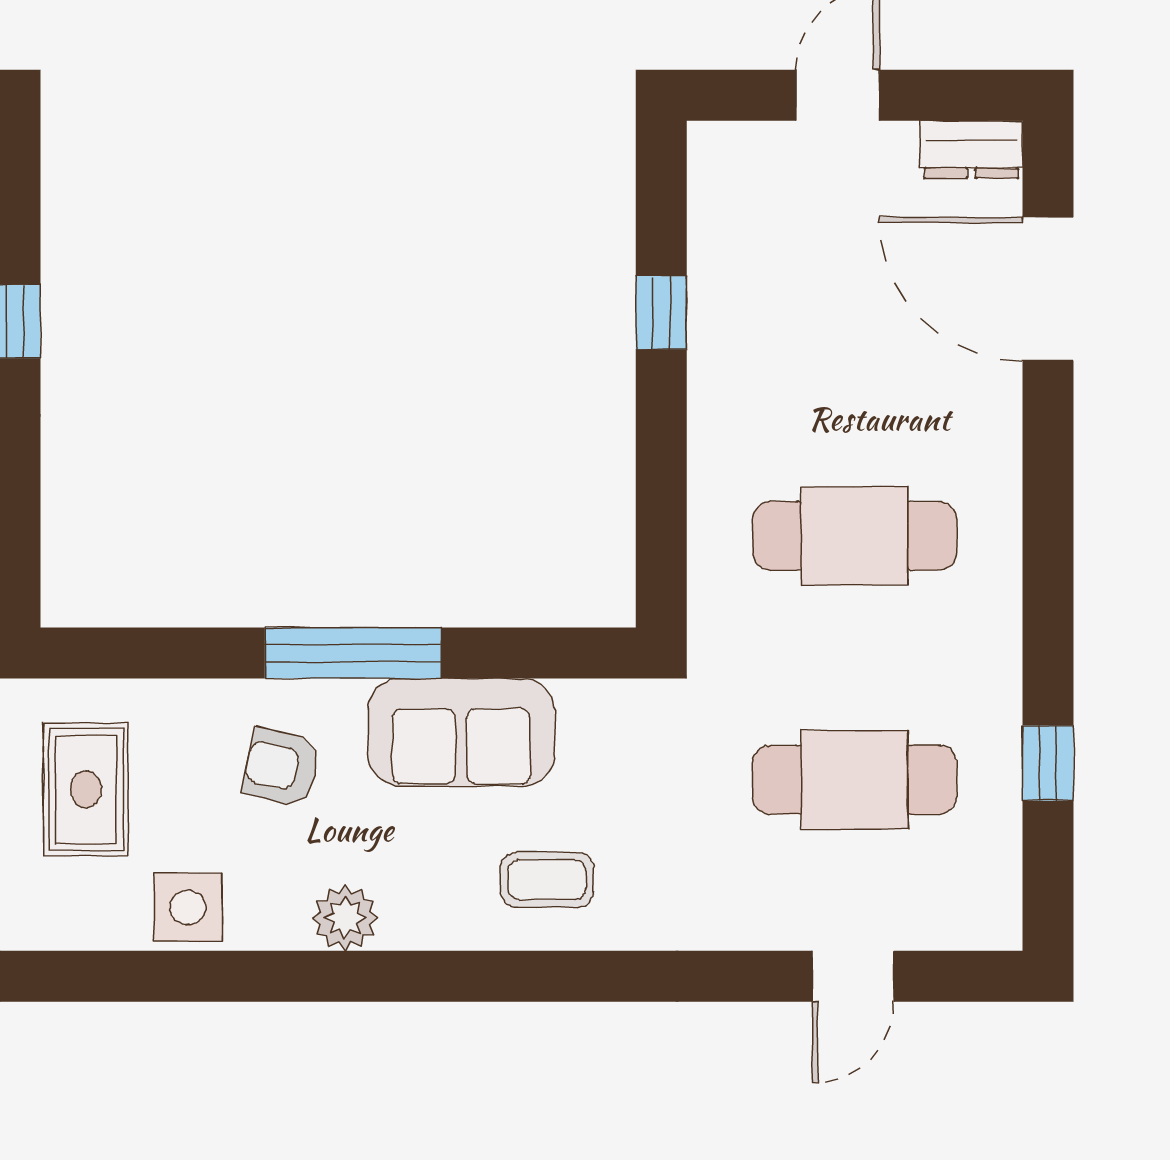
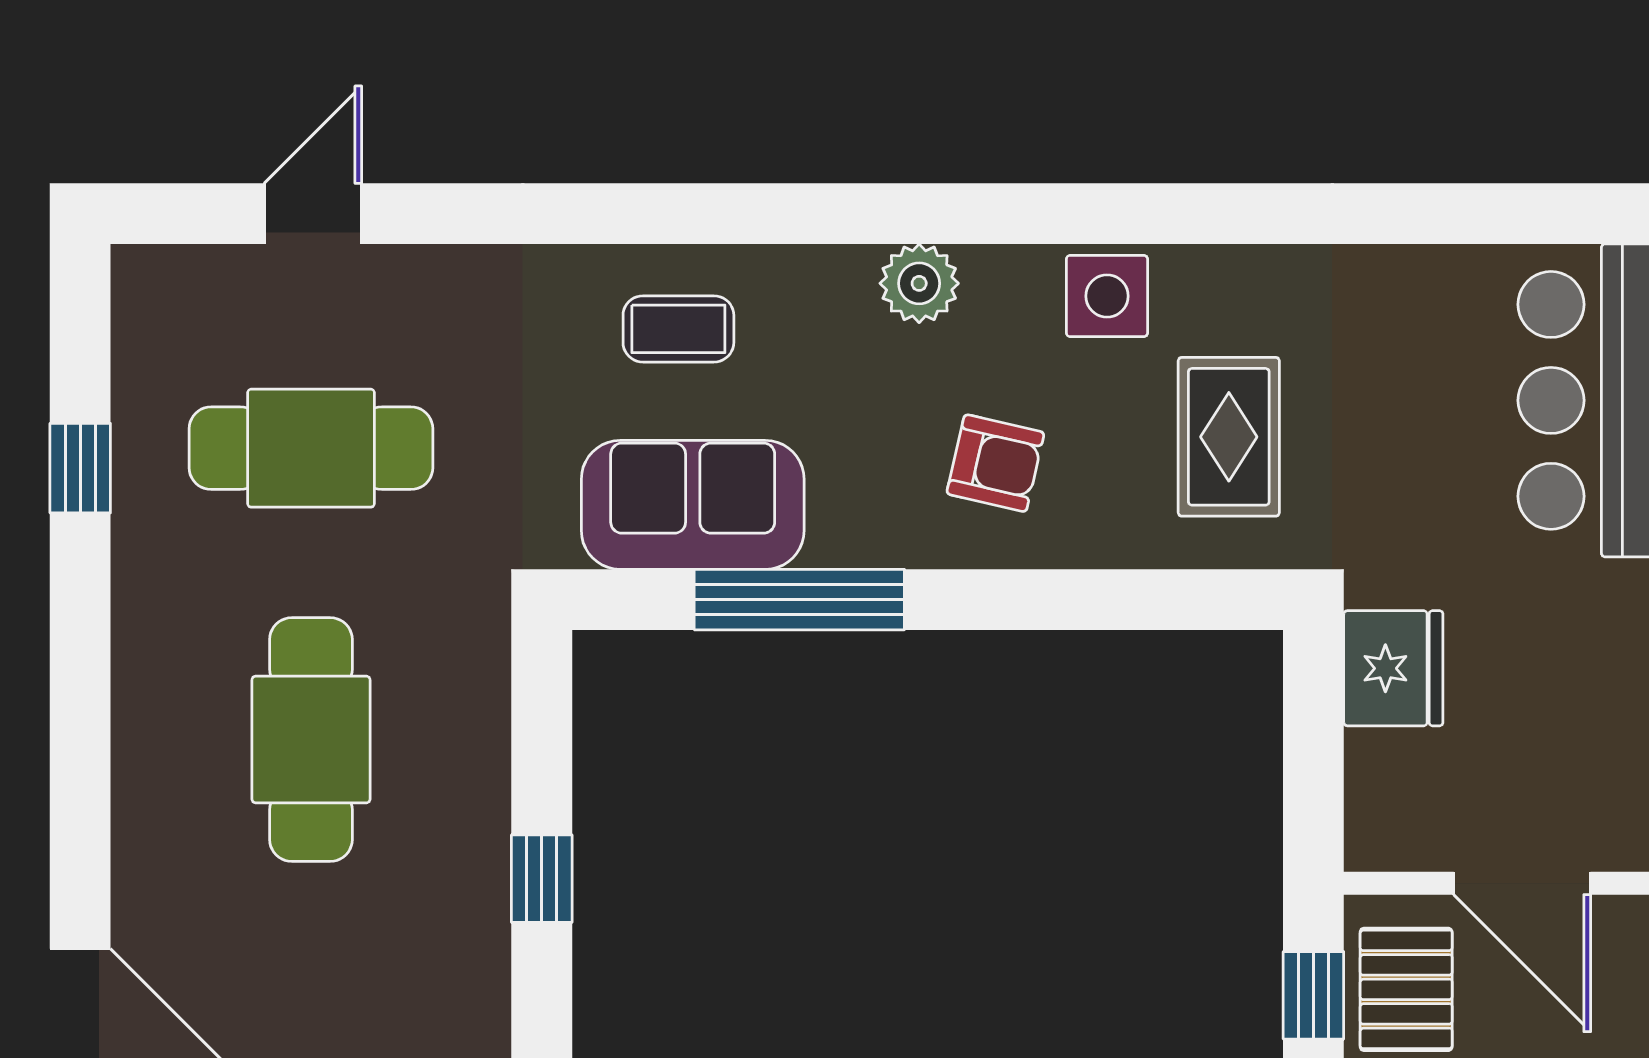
window: (661, 313) -> (542, 879), moved
cafe table: (855, 536) -> (311, 740), turned 90
window: (353, 653) -> (799, 600), moved
sofa: (461, 732) -> (693, 505), moved

